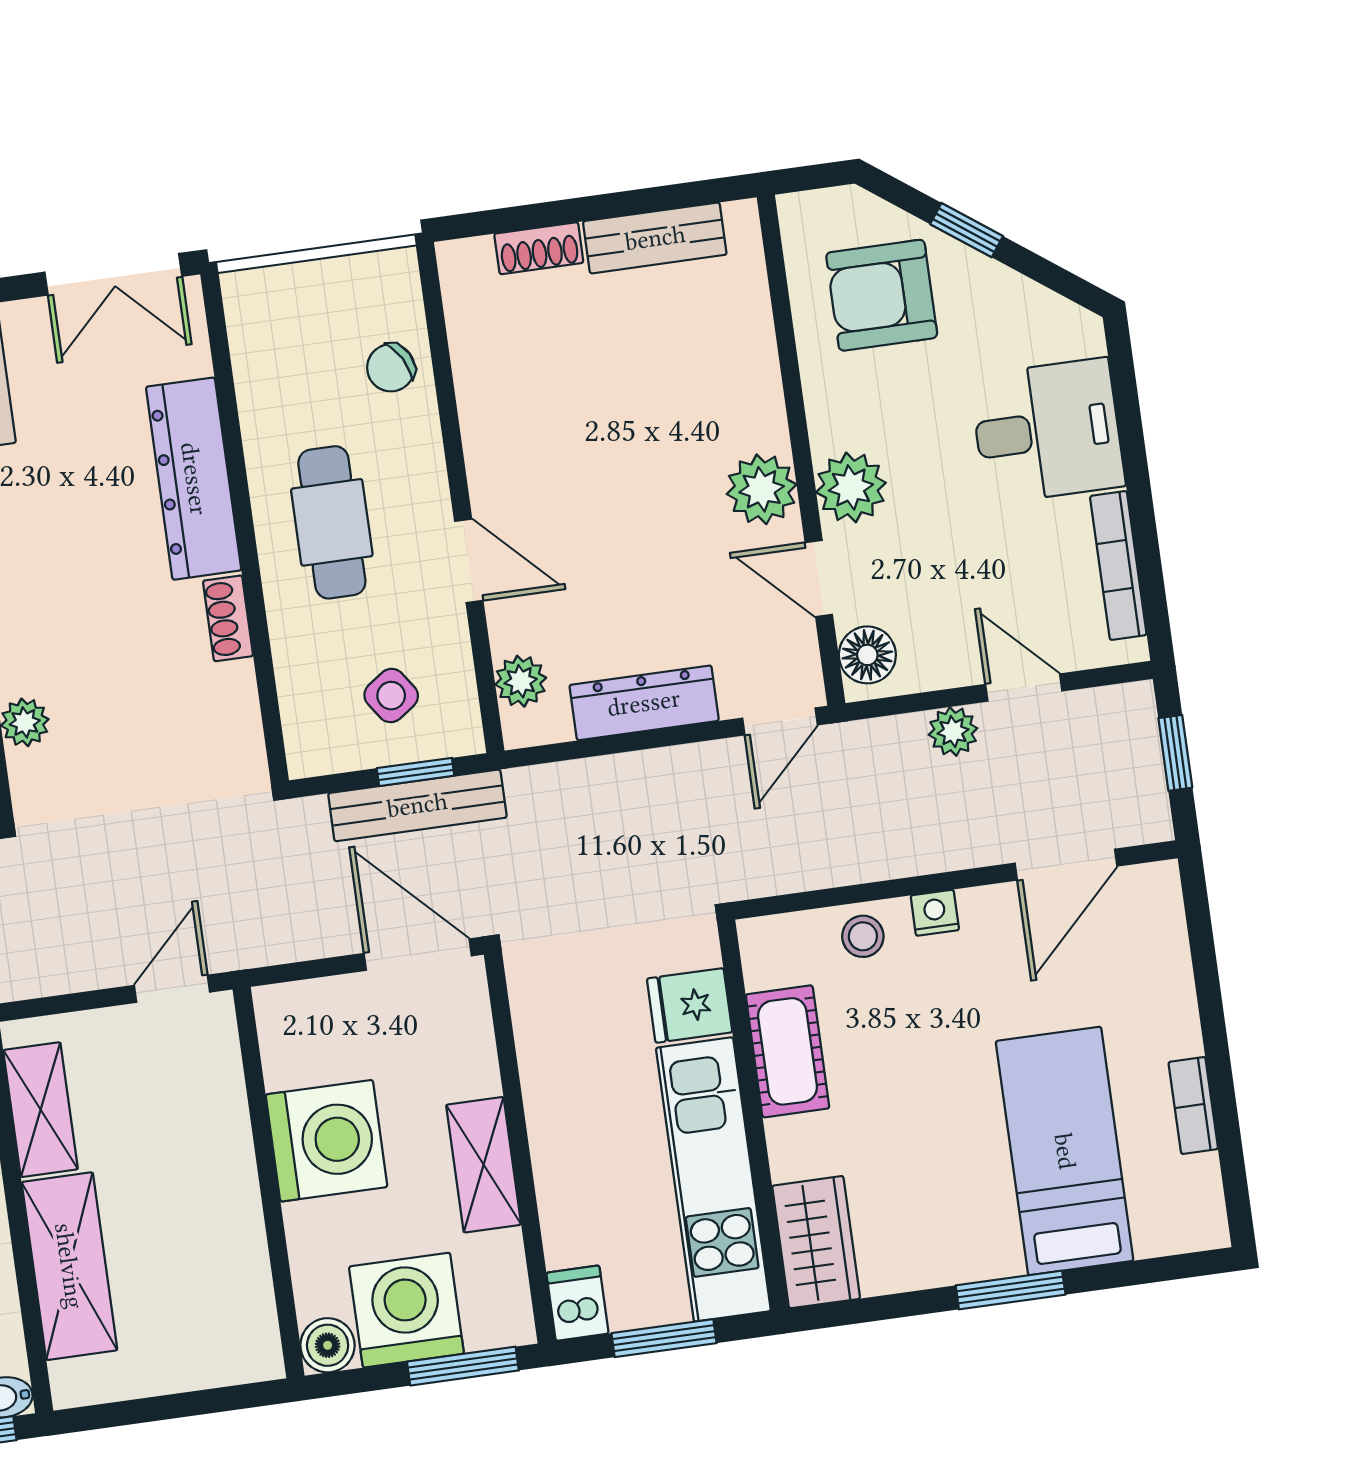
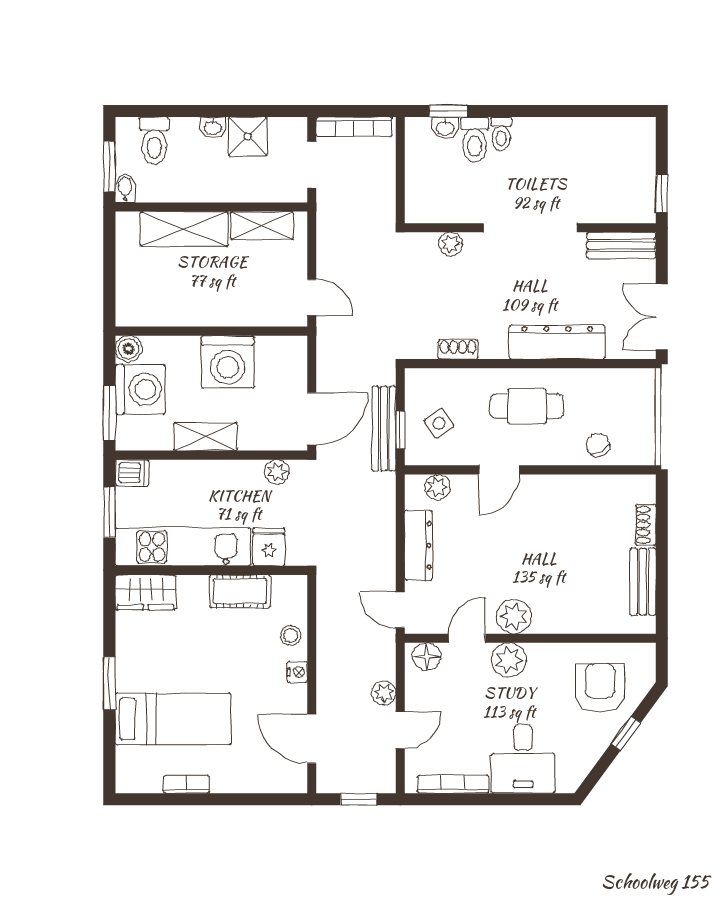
shoe rack: (228, 618) -> (458, 349), moved
plant: (535, 1010) -> (277, 472), added

